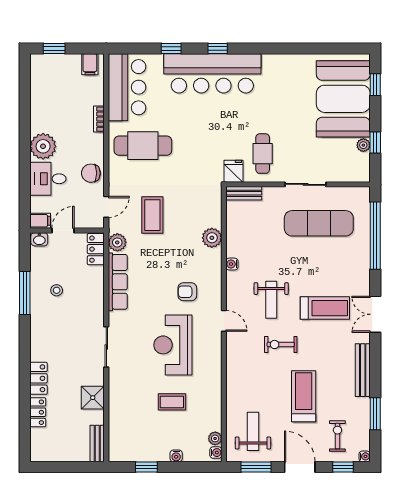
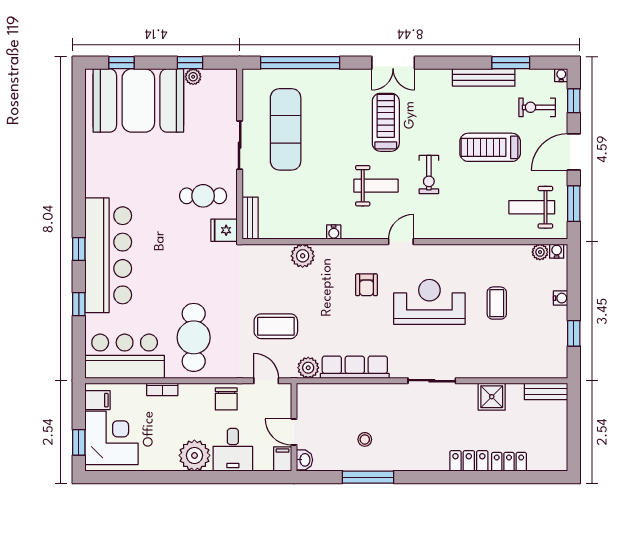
corner desk: (58, 76) -> (111, 438), added
locker: (96, 249) -> (316, 393), removed
reception desk: (173, 345) -> (429, 302), turned 180
bench: (363, 370) -> (484, 77), moved

